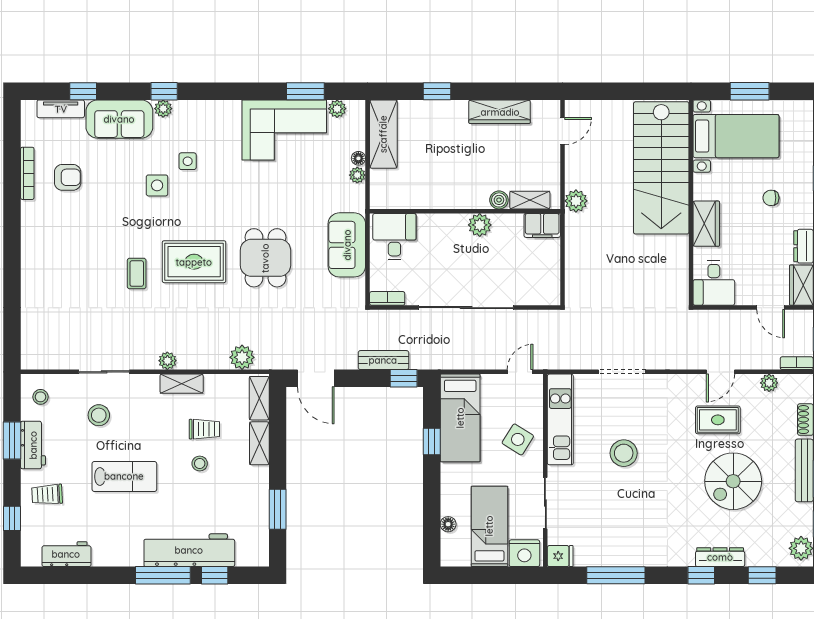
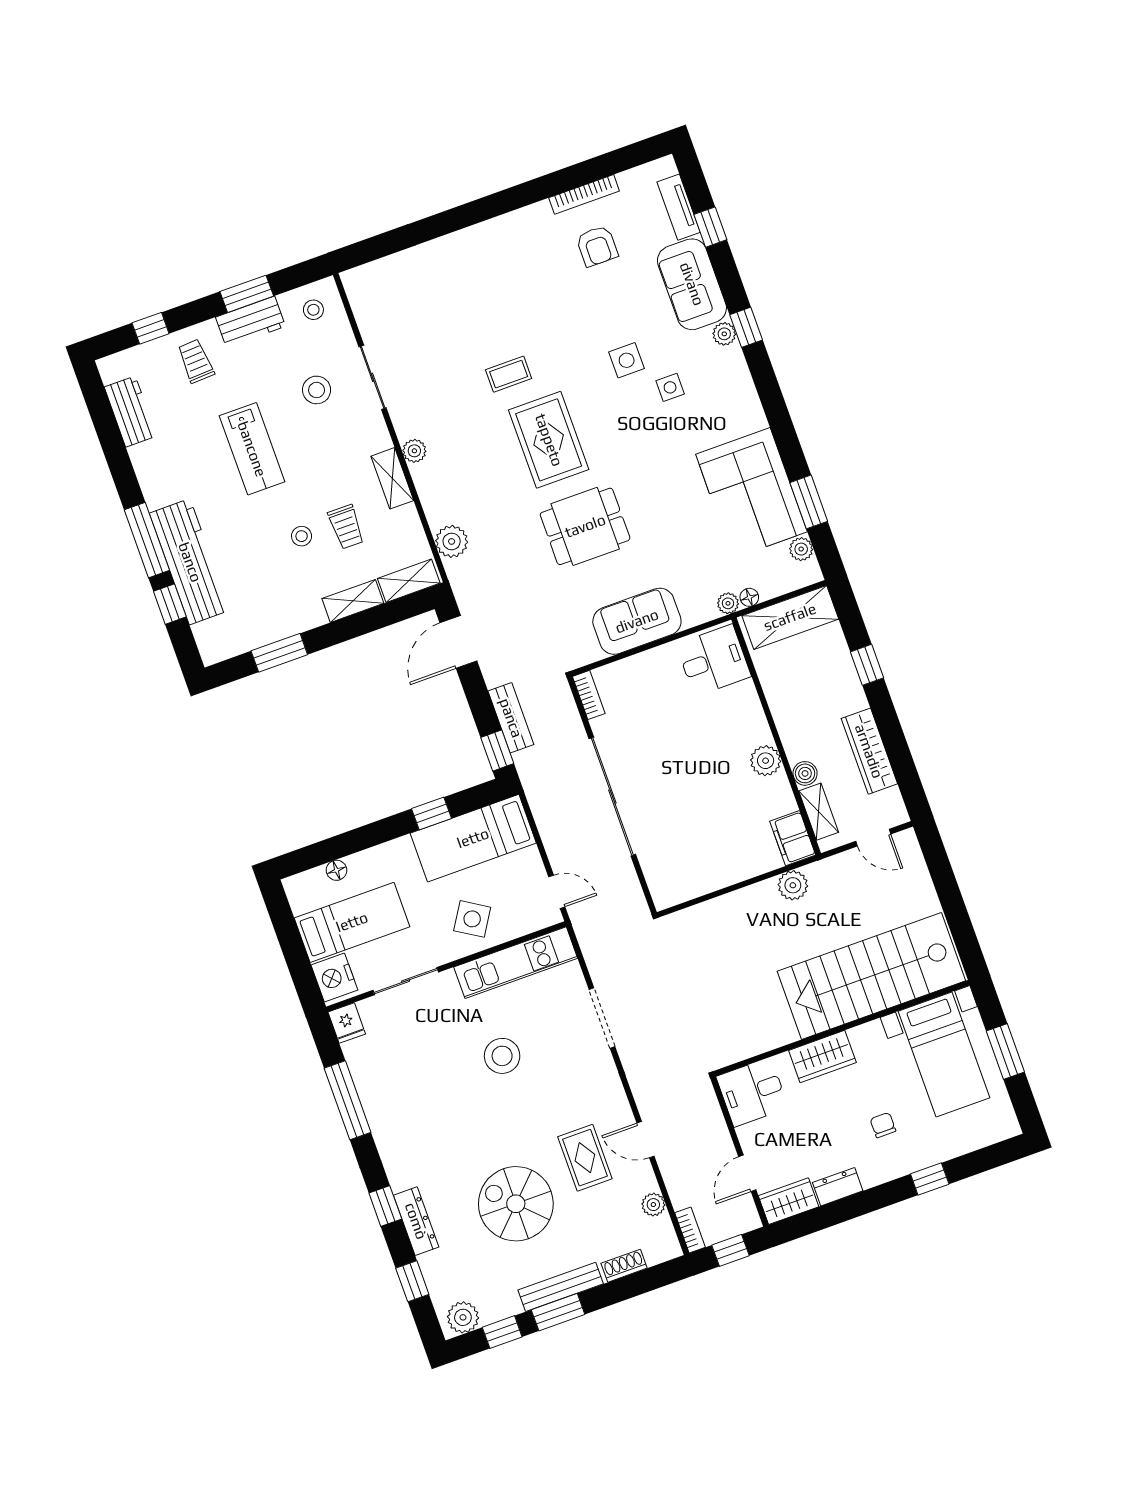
boiler: (499, 200) -> (805, 773), moved
shelving: (530, 200) -> (819, 812), moved
wall: (465, 211) -> (776, 736), moved
plant: (480, 225) -> (766, 761), moved
filing cabinet: (542, 225) -> (793, 838), moved
desk: (394, 237) -> (714, 660), moved

